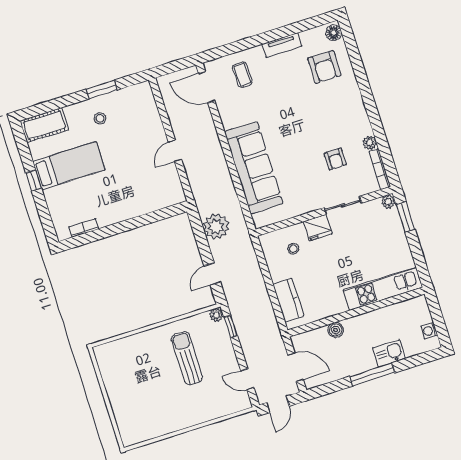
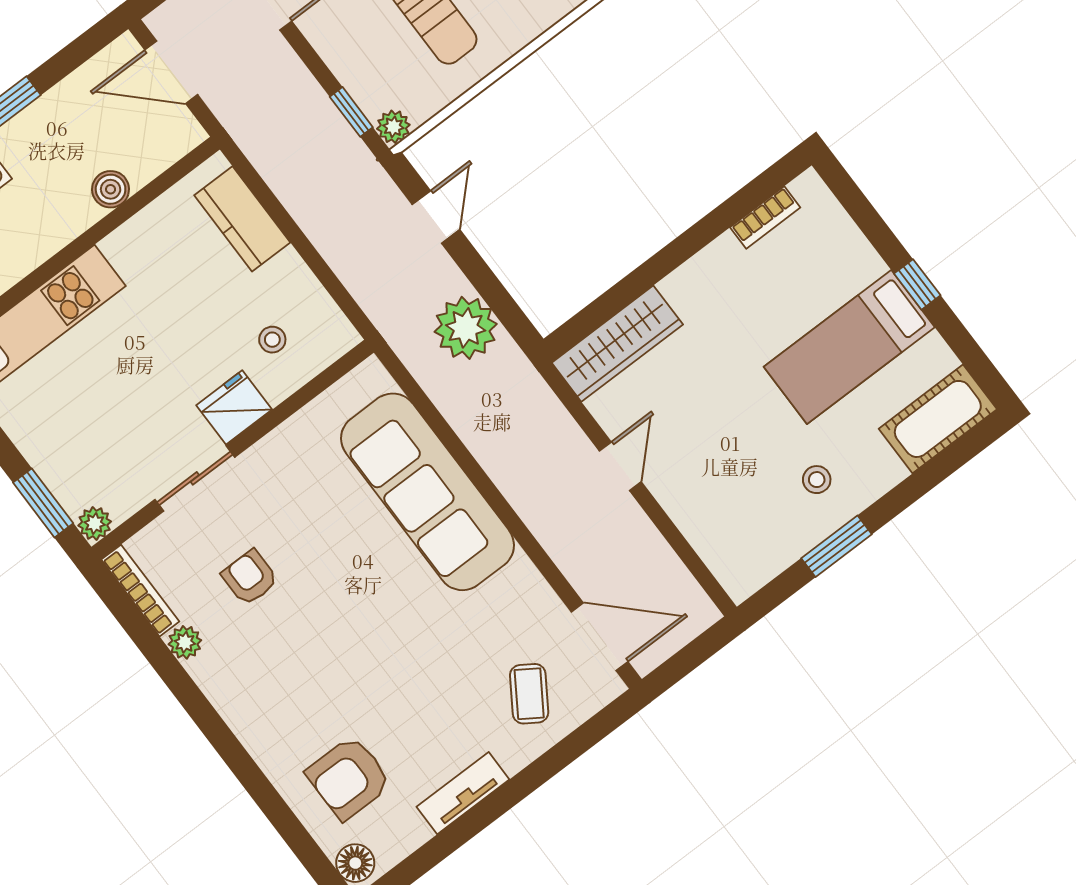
armchair: (324, 67) -> (349, 778), turned -90
coffee table: (242, 75) -> (529, 694), turned 35
wardrobe: (159, 199) -> (617, 344), added

